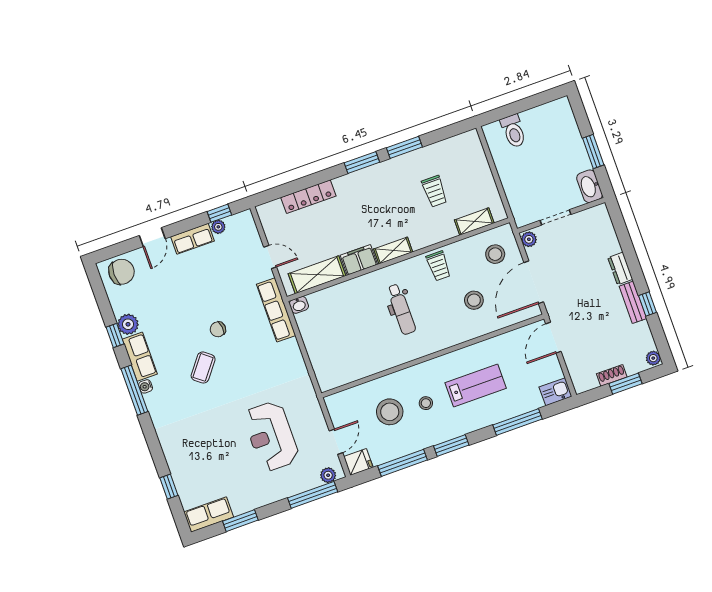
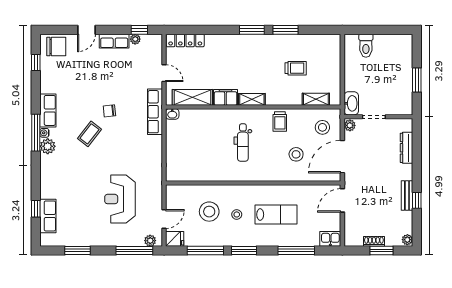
washbasin: (590, 186) -> (351, 103), moved, turned 180
trolley: (435, 191) -> (296, 68), turned -90
locker: (308, 197) -> (185, 40), moved
dresser: (620, 268) -> (407, 148), moved, width x1.44
plant: (128, 324) -> (48, 146), moved
window: (115, 335) -> (36, 63), moved
row of seats: (209, 515) -> (48, 216), moved, turned 90

